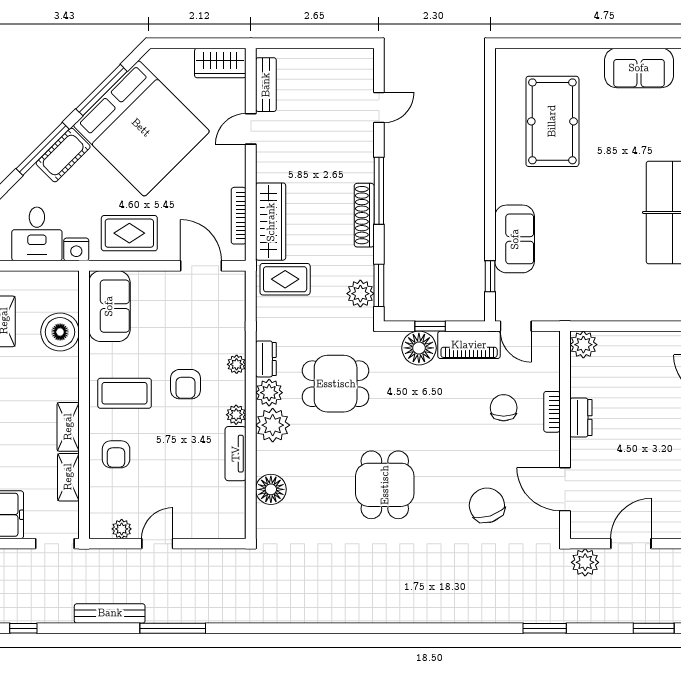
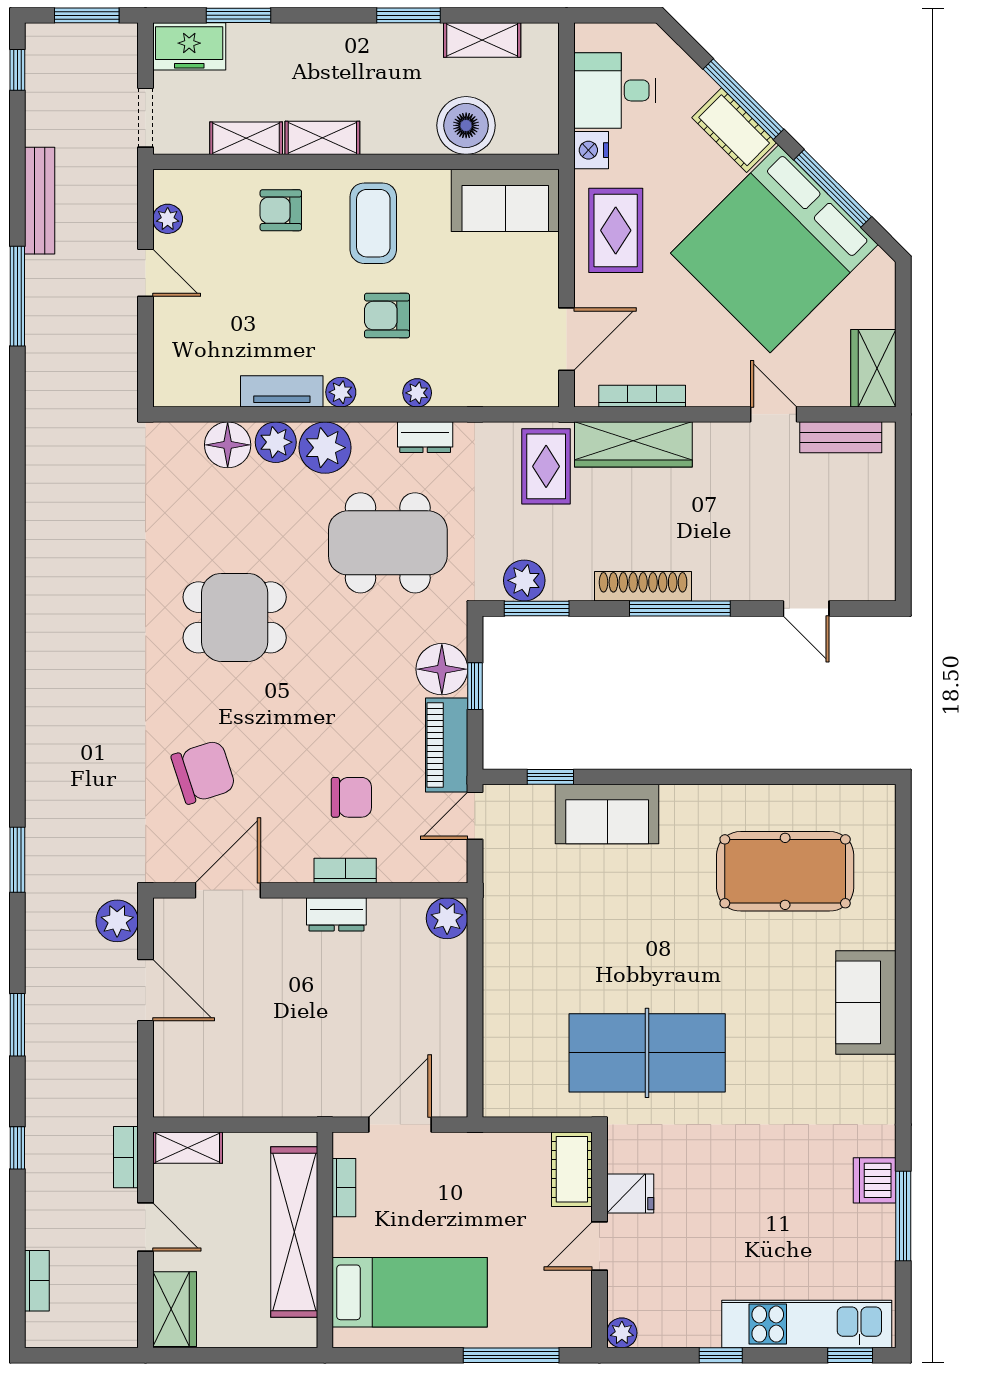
dining table: (336, 384) -> (388, 543), width x1.38
plant: (269, 393) -> (276, 442), moved

